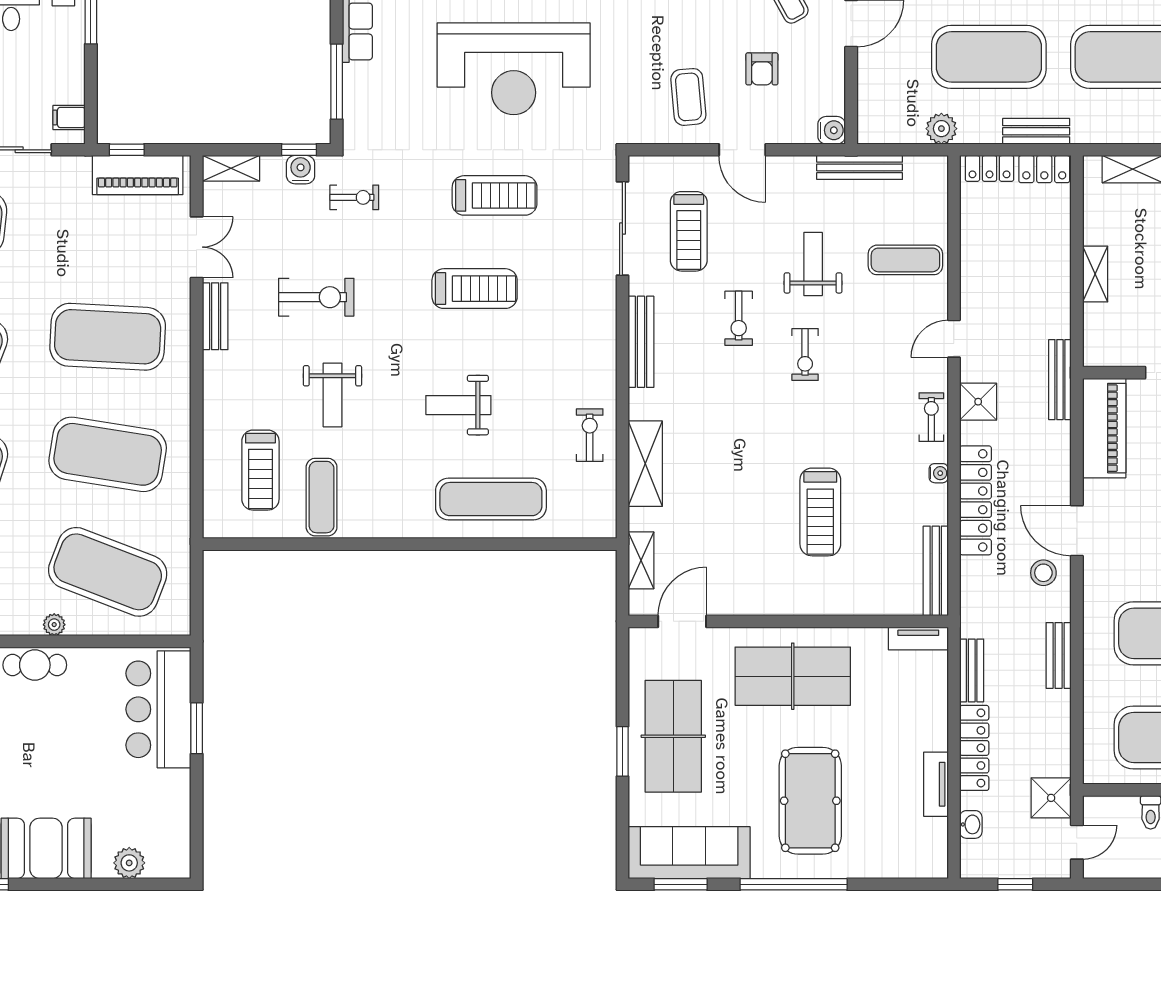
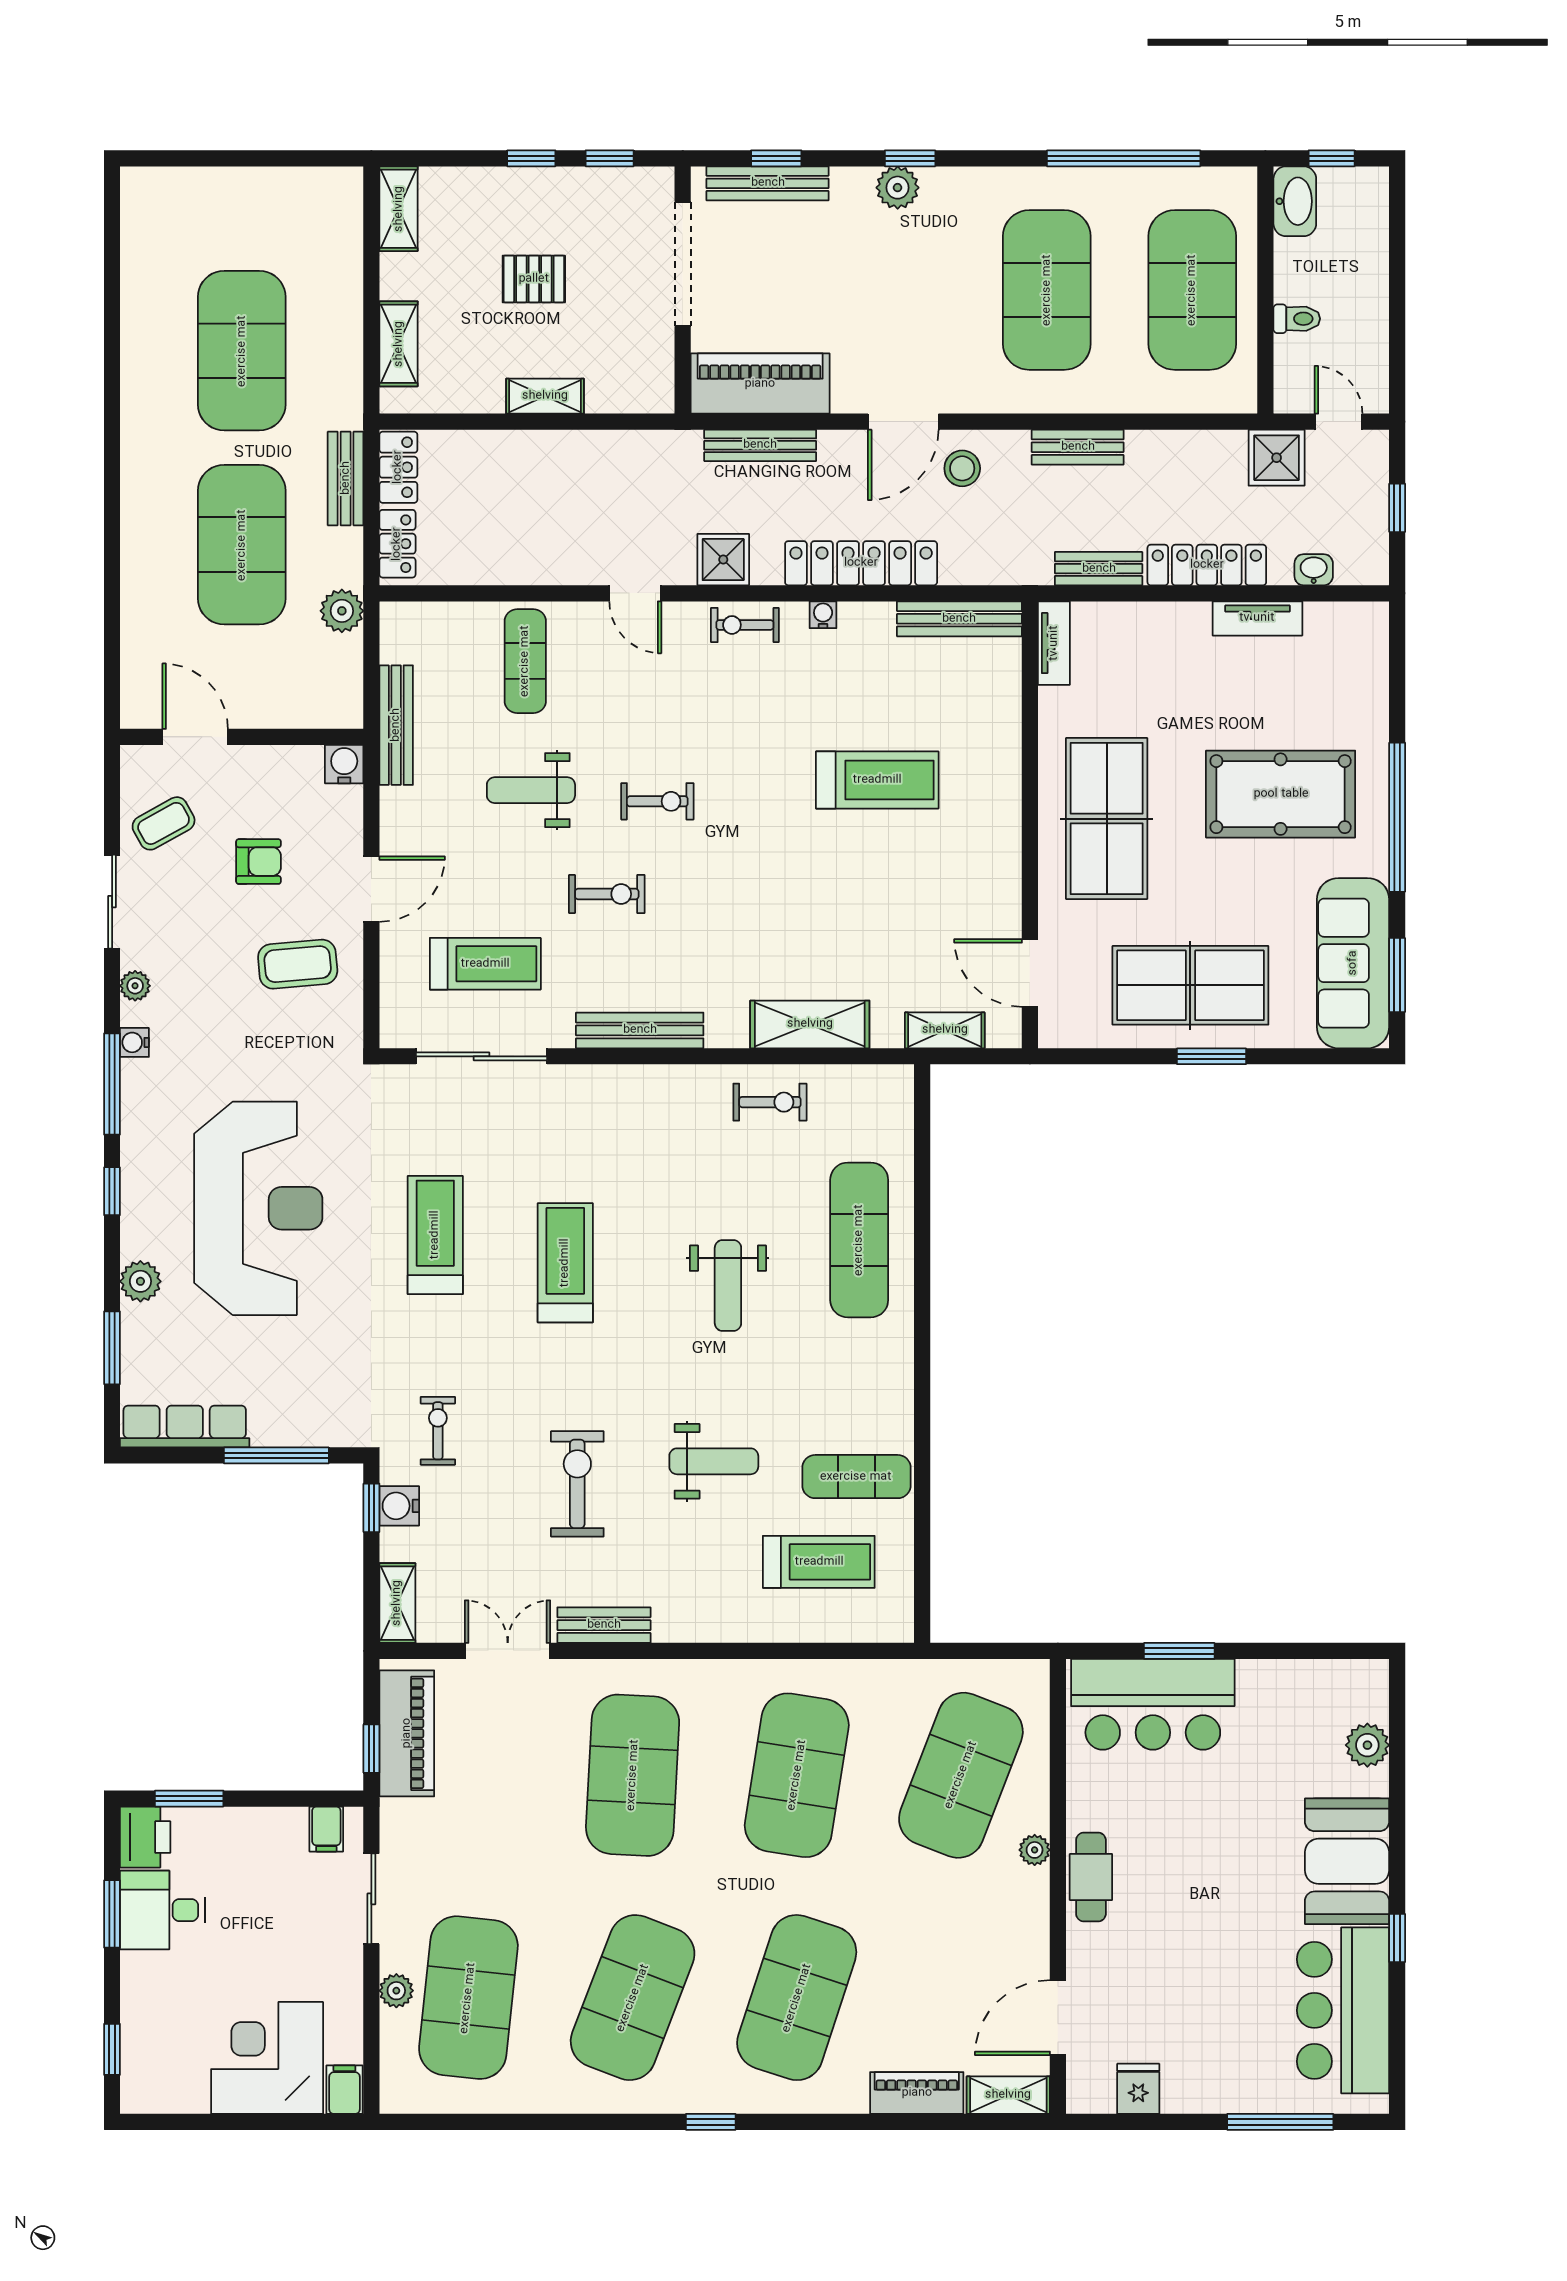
bench: (1060, 380) -> (760, 445), moved
exercise bike: (590, 435) -> (770, 1102), turned 180

